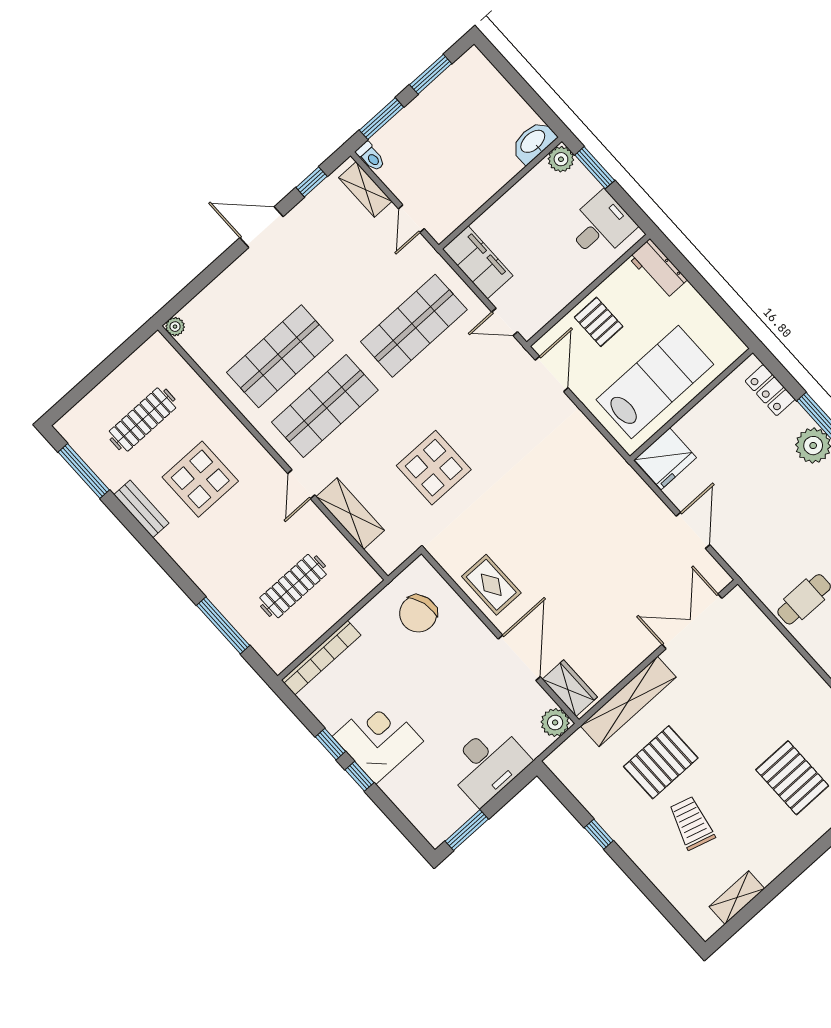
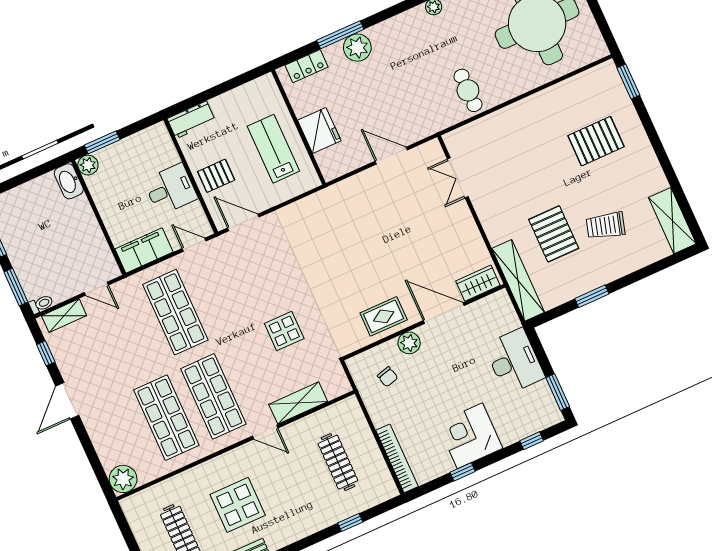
desk: (601, 226) -> (171, 189), moved, turned 90
door: (505, 322) -> (194, 245), swing flipped
plant: (175, 327) -> (123, 479), width x1.88, depth x1.88
lab bench: (655, 382) -> (273, 149), width x0.73, depth x0.72
fridge: (665, 459) -> (319, 130), moved
display table: (434, 468) -> (284, 331), width x0.73, depth x0.73
chair: (418, 614) -> (388, 377), width x0.54, depth x0.54
double door: (692, 621) -> (458, 178), width x0.73
window: (223, 625) -> (350, 523), width x0.46
shelving: (628, 701) -> (518, 280), moved
plant: (555, 723) -> (409, 343), moved
window: (360, 776) -> (532, 441), moved
window: (599, 834) -> (592, 296), width x1.50
shelving: (737, 898) -> (672, 221), width x1.50, depth x1.33

